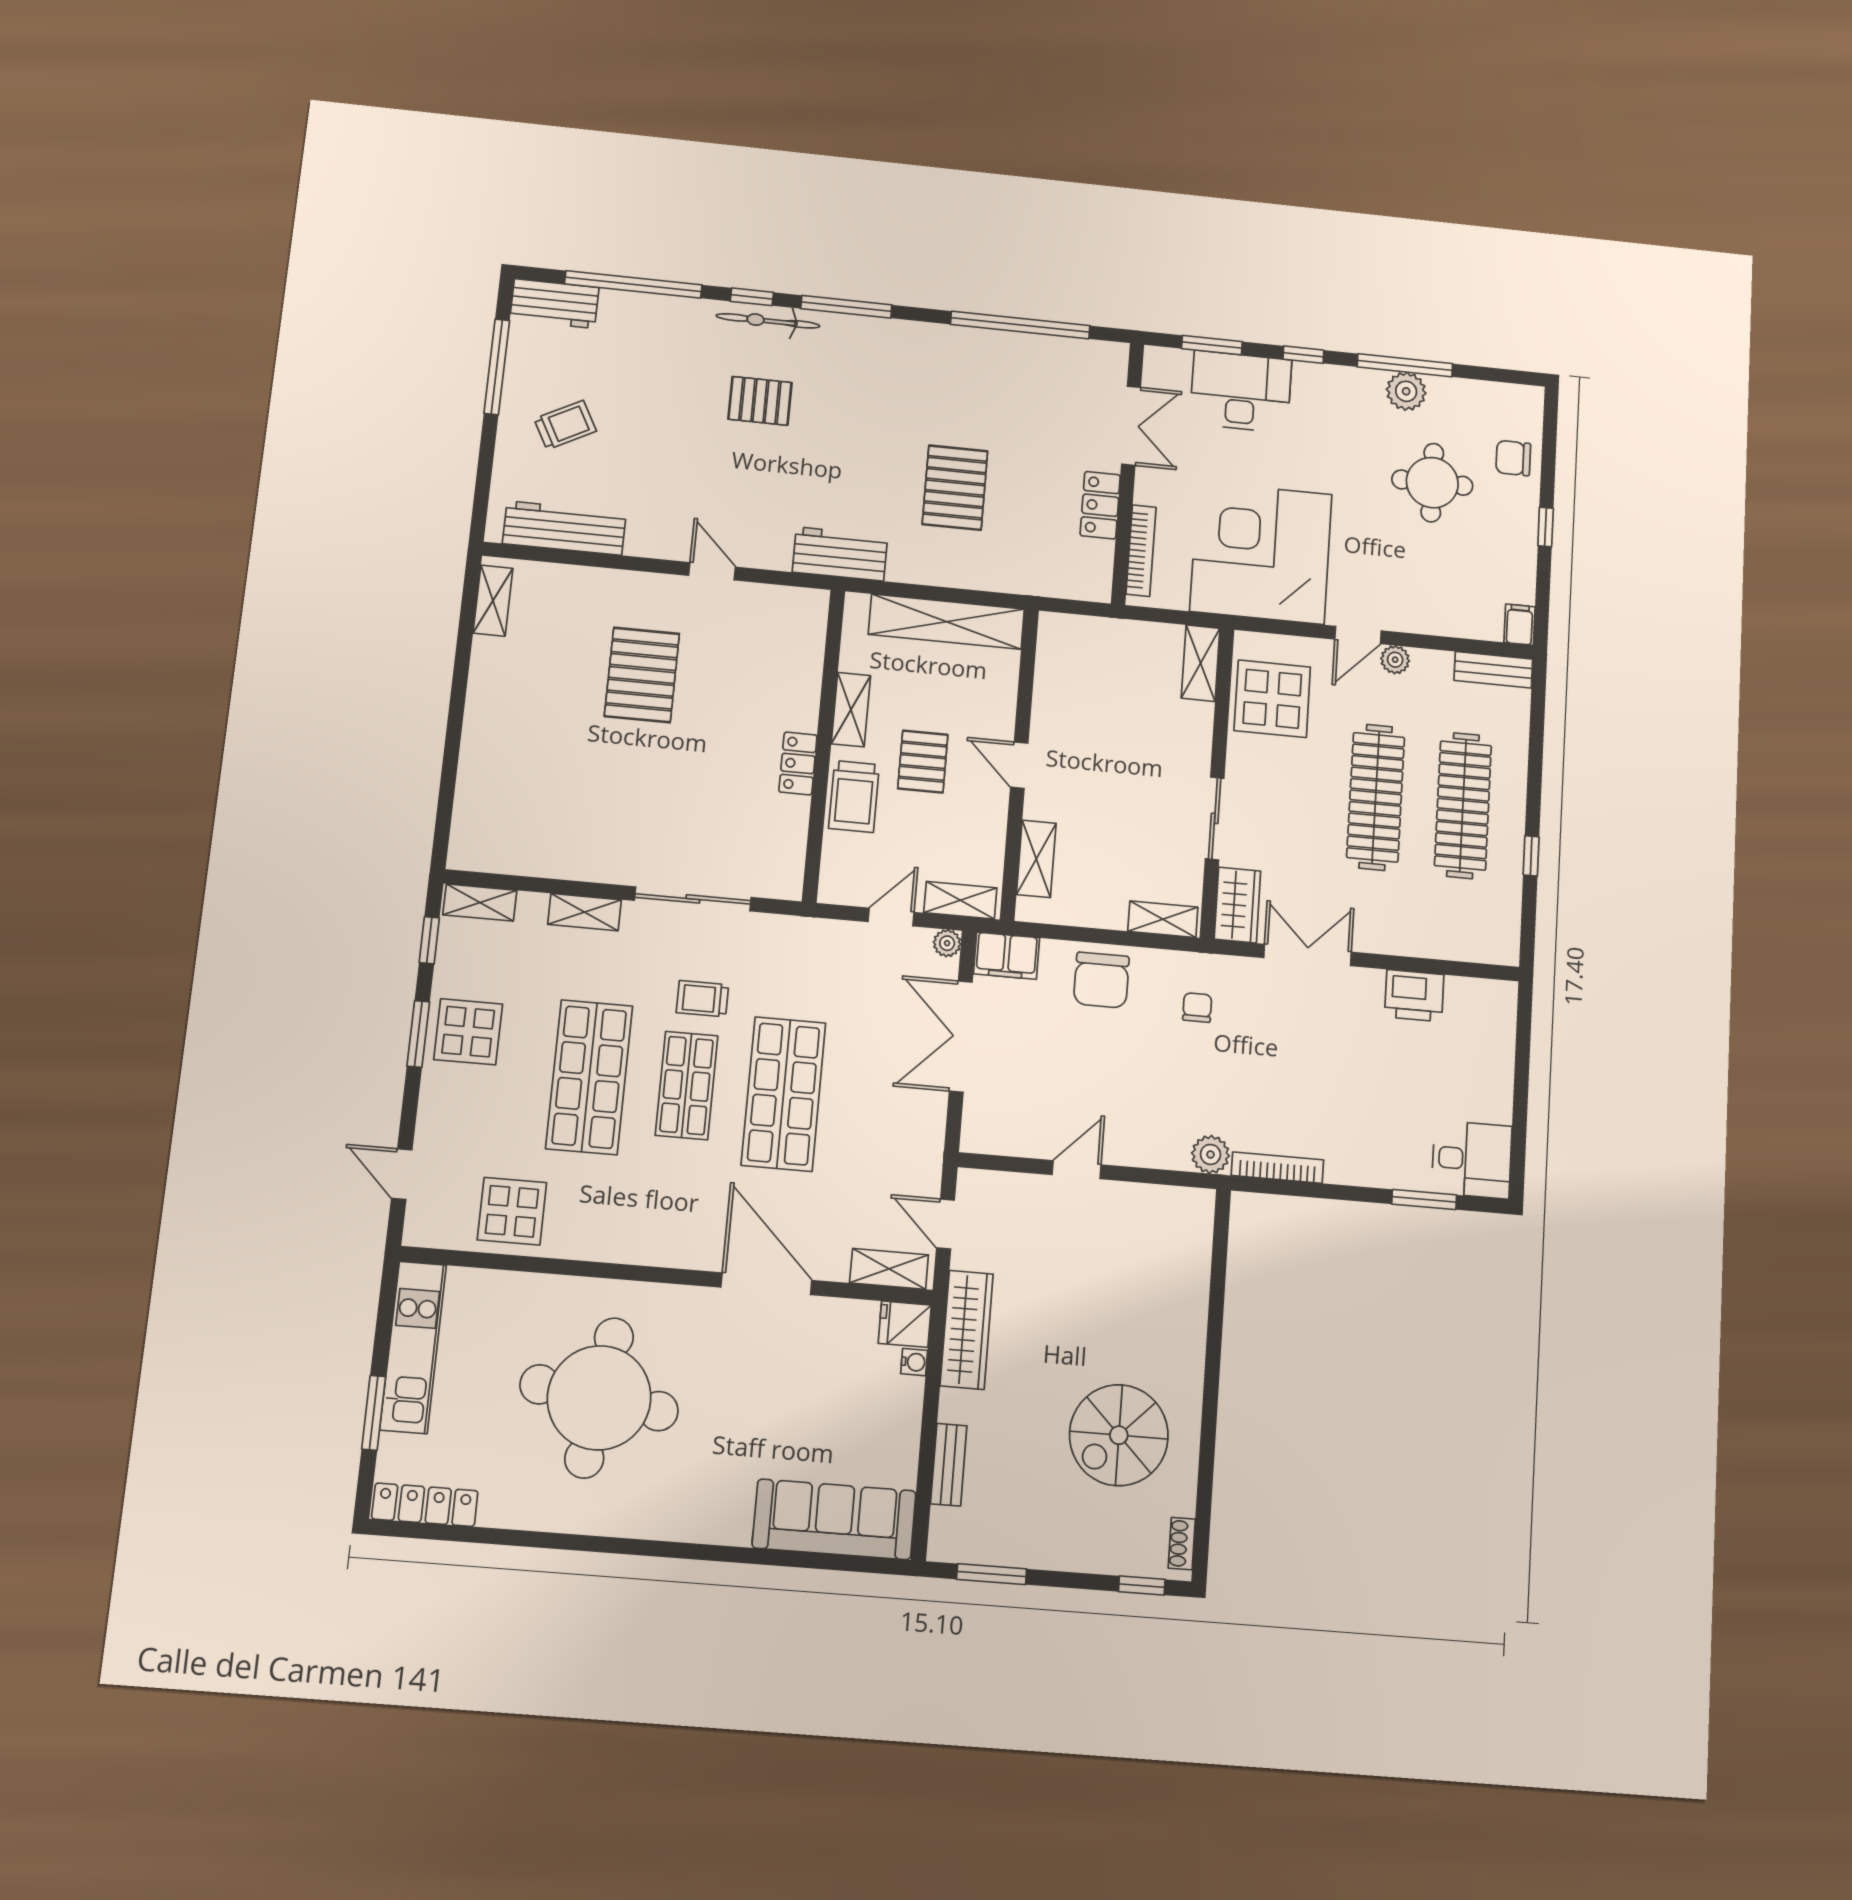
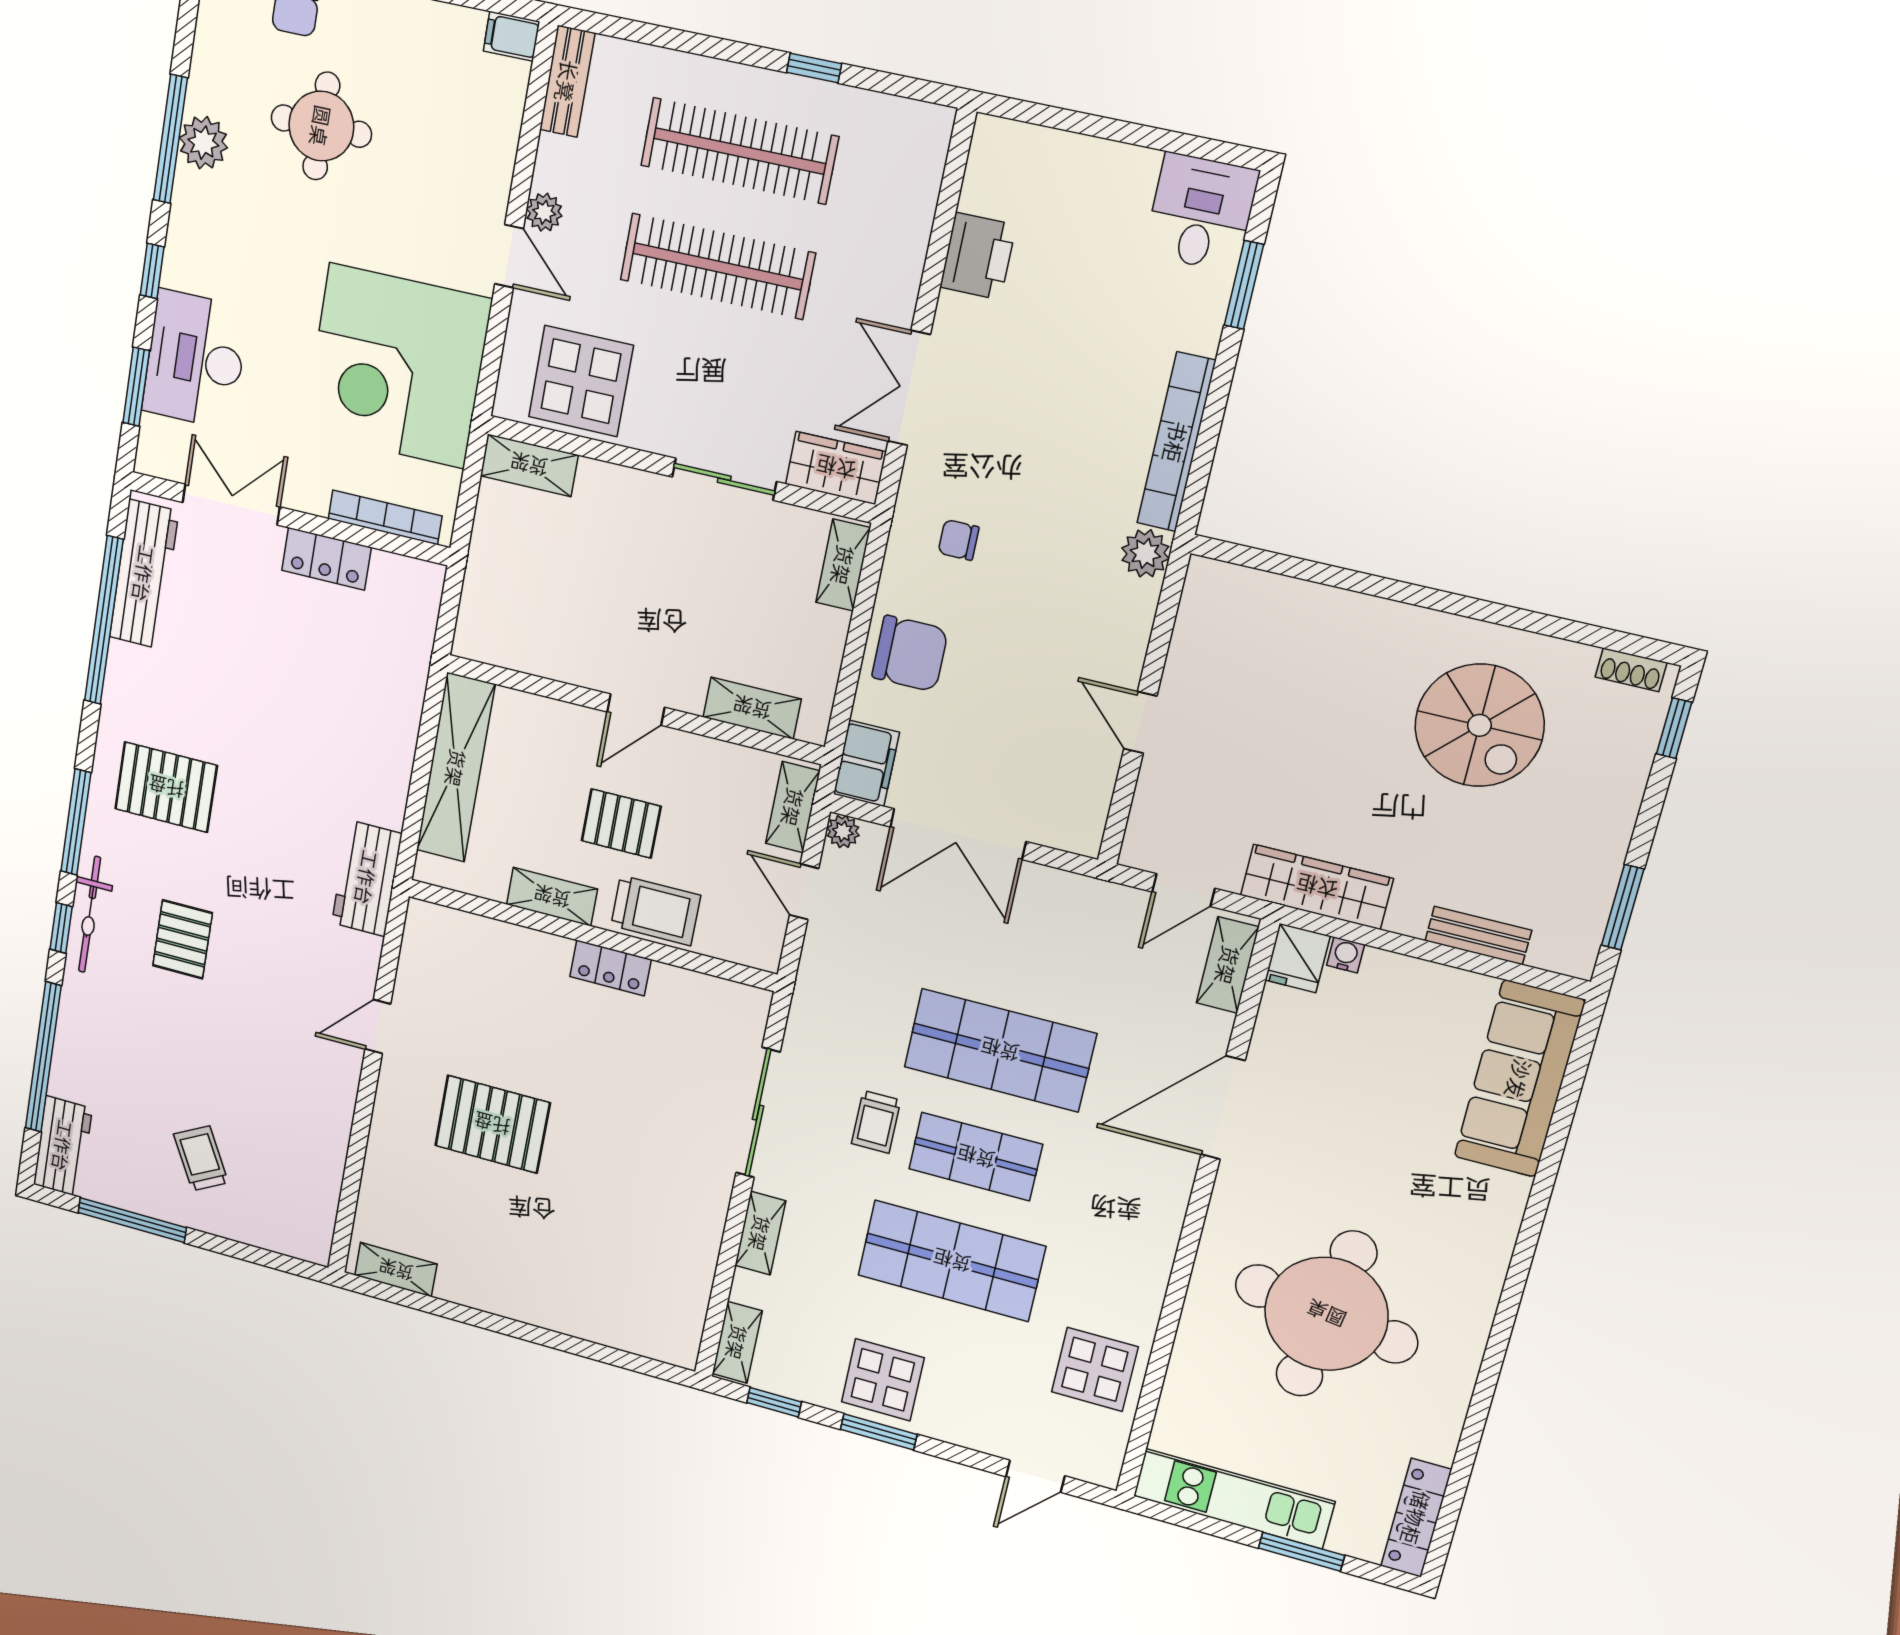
pallet: (955, 488) -> (166, 787), moved
workbench: (564, 528) -> (144, 574), moved, turned 180
bookcase: (1277, 1168) -> (1176, 442), width x1.48, depth x1.31

